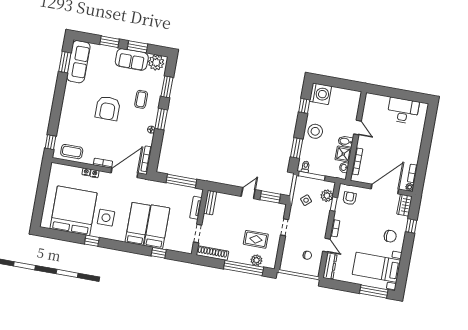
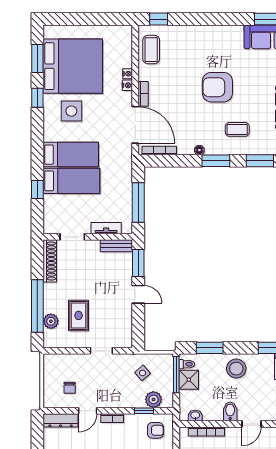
shower: (343, 154) -> (189, 380), moved
window: (270, 197) -> (138, 263), moved
window: (63, 236) -> (37, 59), added

